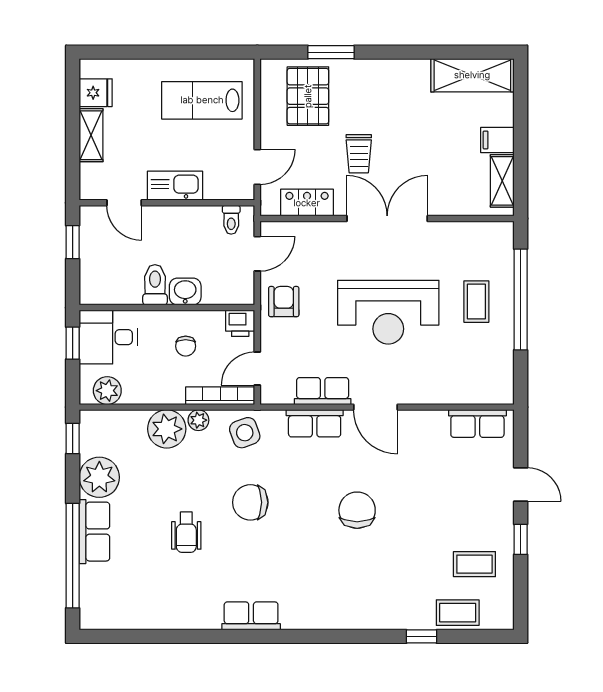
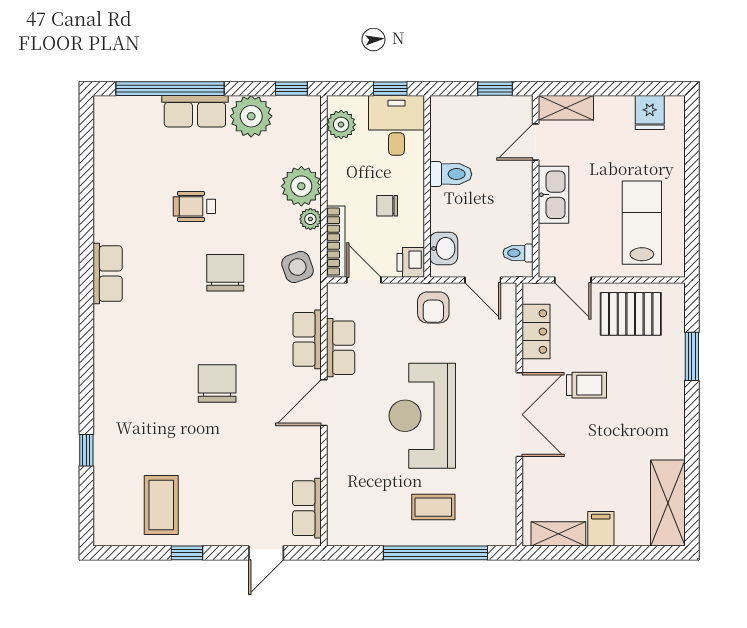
pallet: (308, 96) -> (631, 314), moved
shelving: (91, 135) -> (566, 108), moved
trolley: (359, 154) -> (586, 385), turned 180
washbasin: (185, 292) -> (444, 248), moved
armchair: (284, 302) -> (433, 307), turned 90
door: (521, 485) -> (266, 553), moved
chair: (357, 510) -> (217, 383), turned -90
coffee table: (474, 564) -> (161, 505), width x1.36, depth x1.30
coffee table: (458, 613) -> (111, 488), removed

